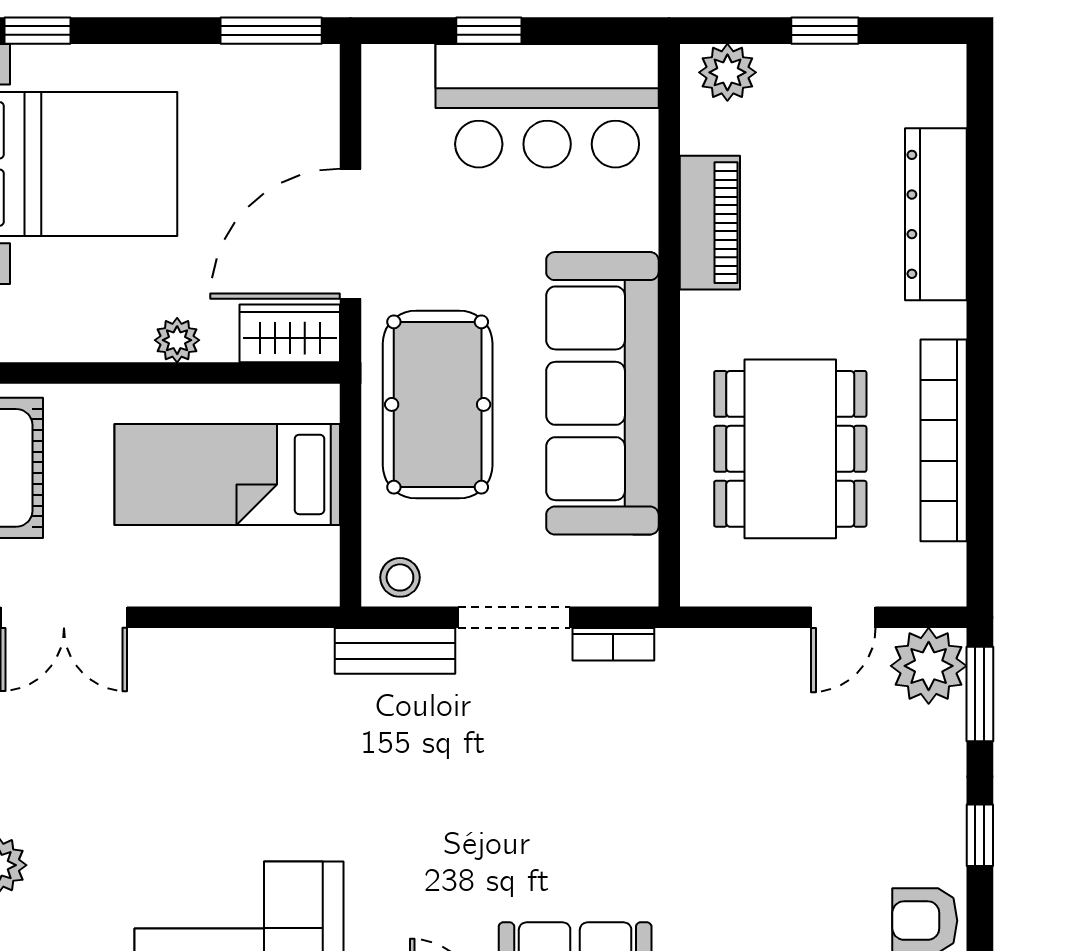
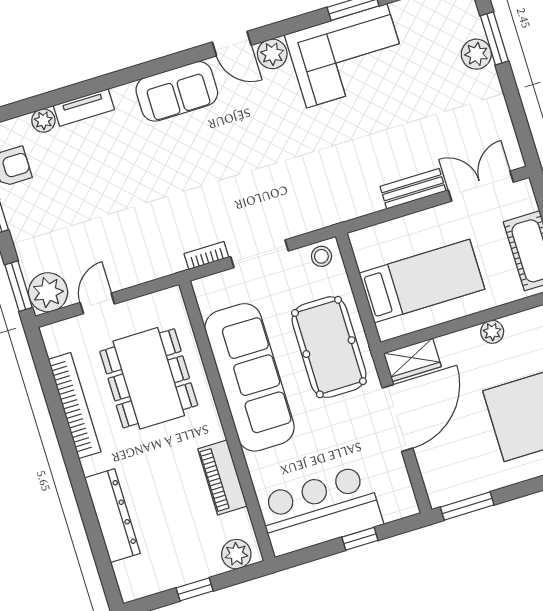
plant: (177, 340) -> (492, 332), moved
bench: (395, 651) -> (413, 189), moved

